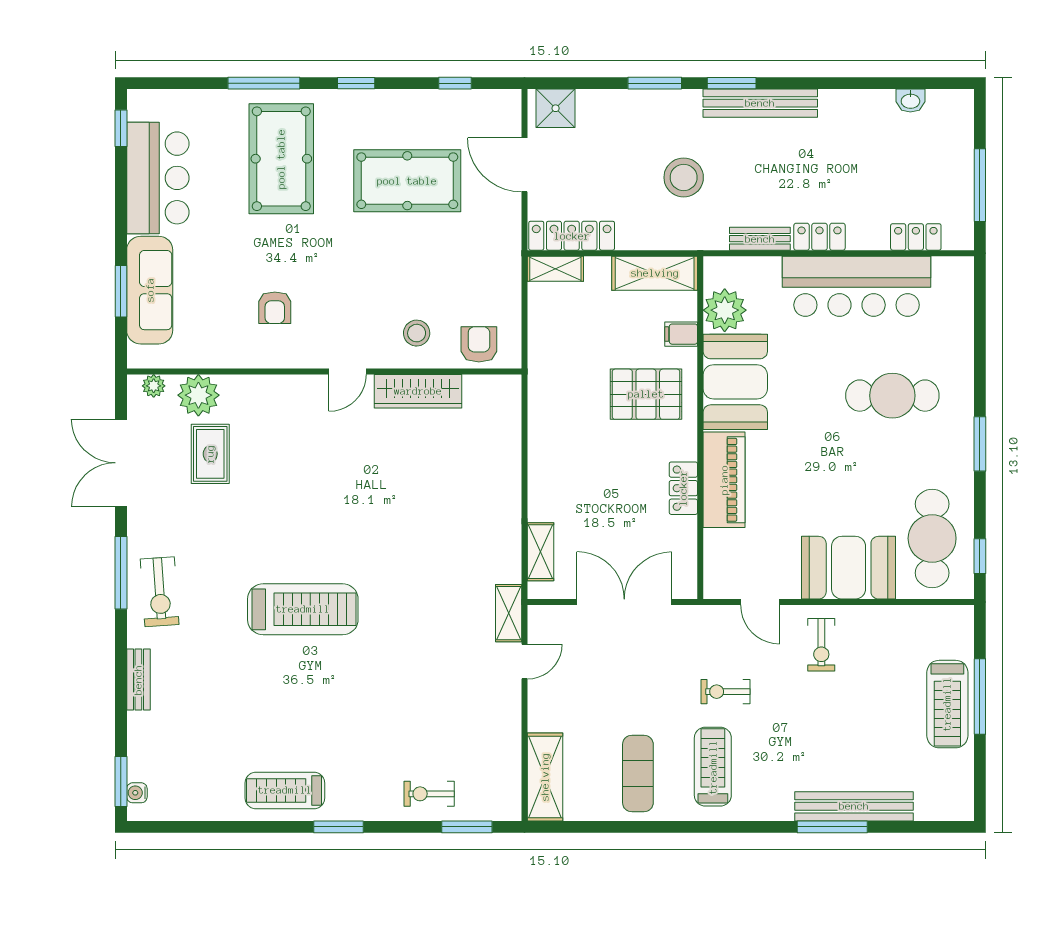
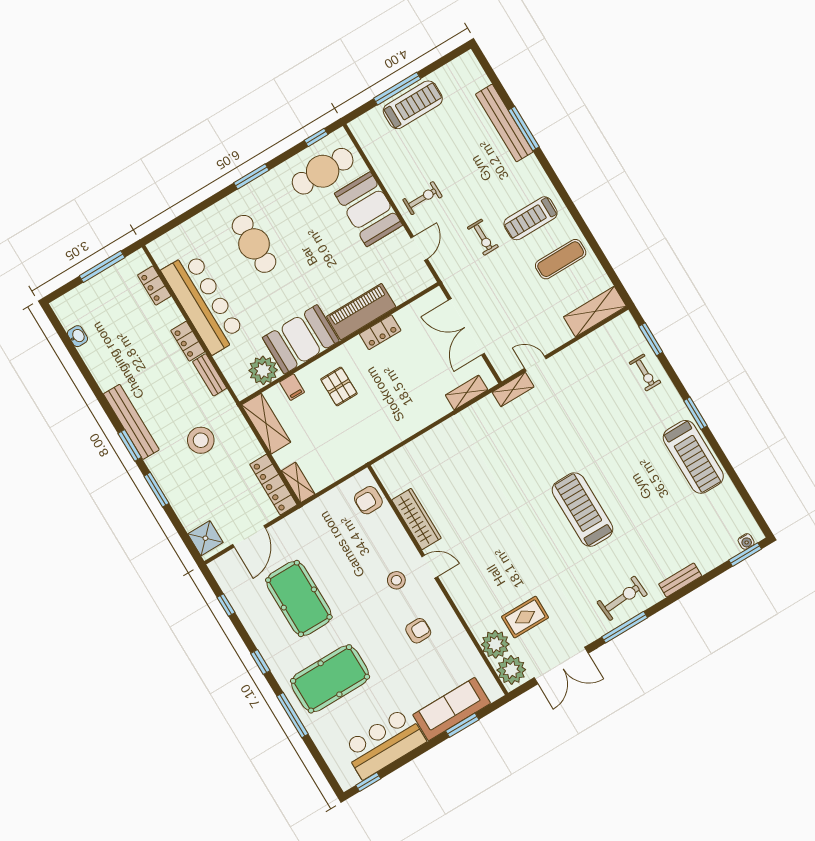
stool: (417, 333) -> (396, 580), moved
plant: (154, 386) -> (511, 670), width x1.87, depth x1.87
pallet: (646, 394) -> (339, 386), width x0.67, depth x0.71
treadmill: (285, 790) -> (693, 457), width x1.37, depth x1.38

